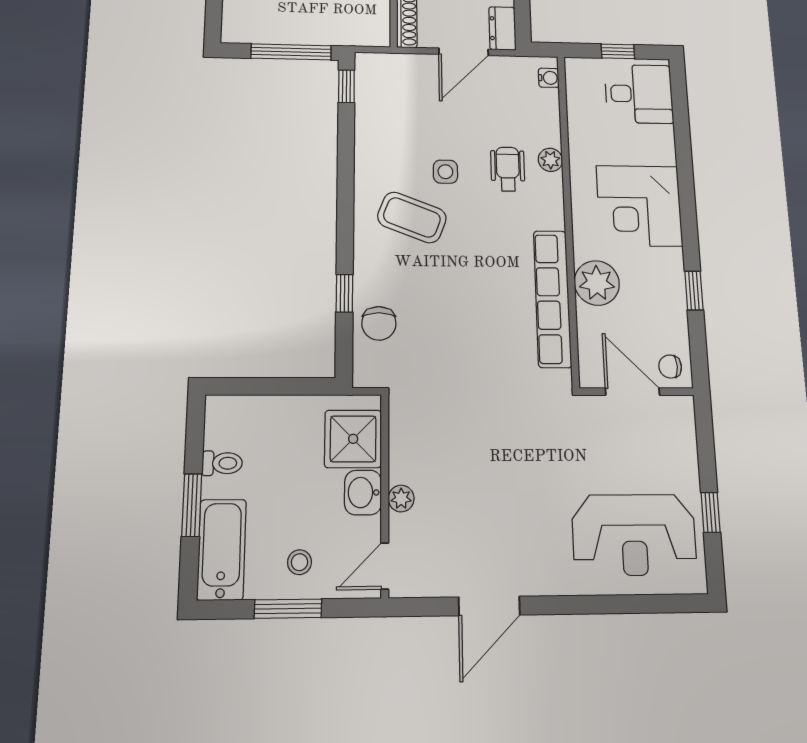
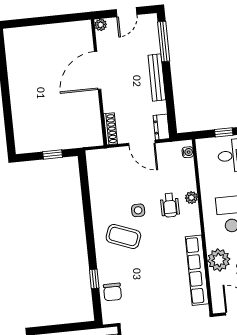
window: (291, 52) -> (53, 154), width x0.46
door: (464, 52) -> (142, 143), hinge flipped
window: (346, 86) -> (83, 170), removed
wheelchair: (508, 169) -> (170, 205), turned 180

